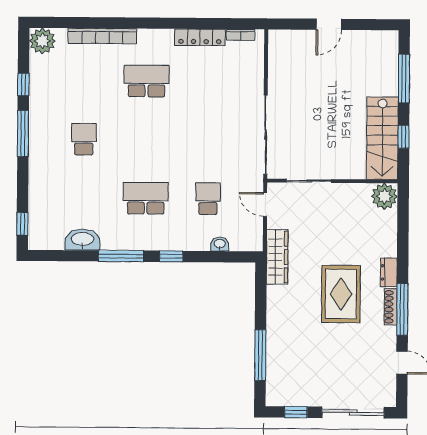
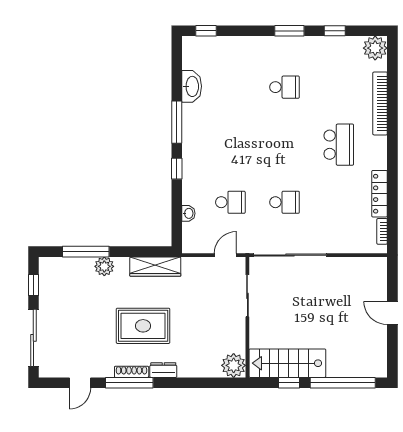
window: (404, 79) -> (343, 383), width x1.46
window: (23, 134) -> (289, 31), width x0.69
school desk: (146, 198) -> (285, 202), moved, width x0.54
wardrobe: (277, 257) -> (155, 267), moved
plant: (276, 335) -> (104, 266), added

